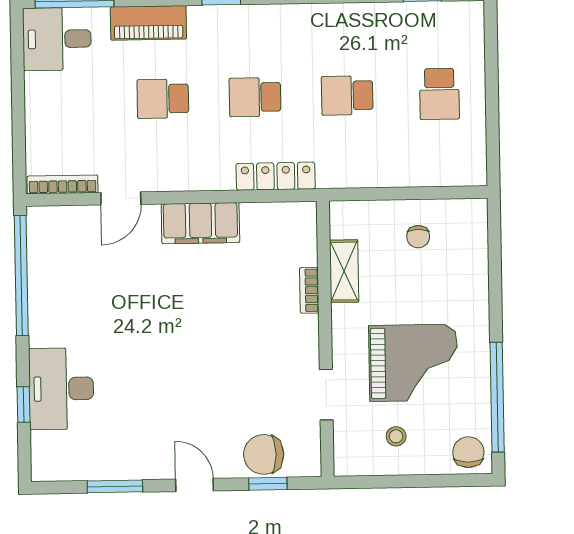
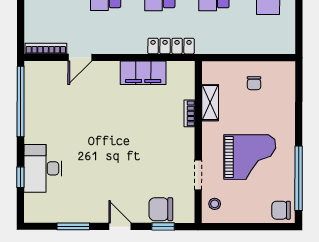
filing cabinet: (200, 223) -> (143, 73), moved
stool: (396, 436) -> (215, 204), moved
chair: (468, 452) -> (281, 210), turned -90

